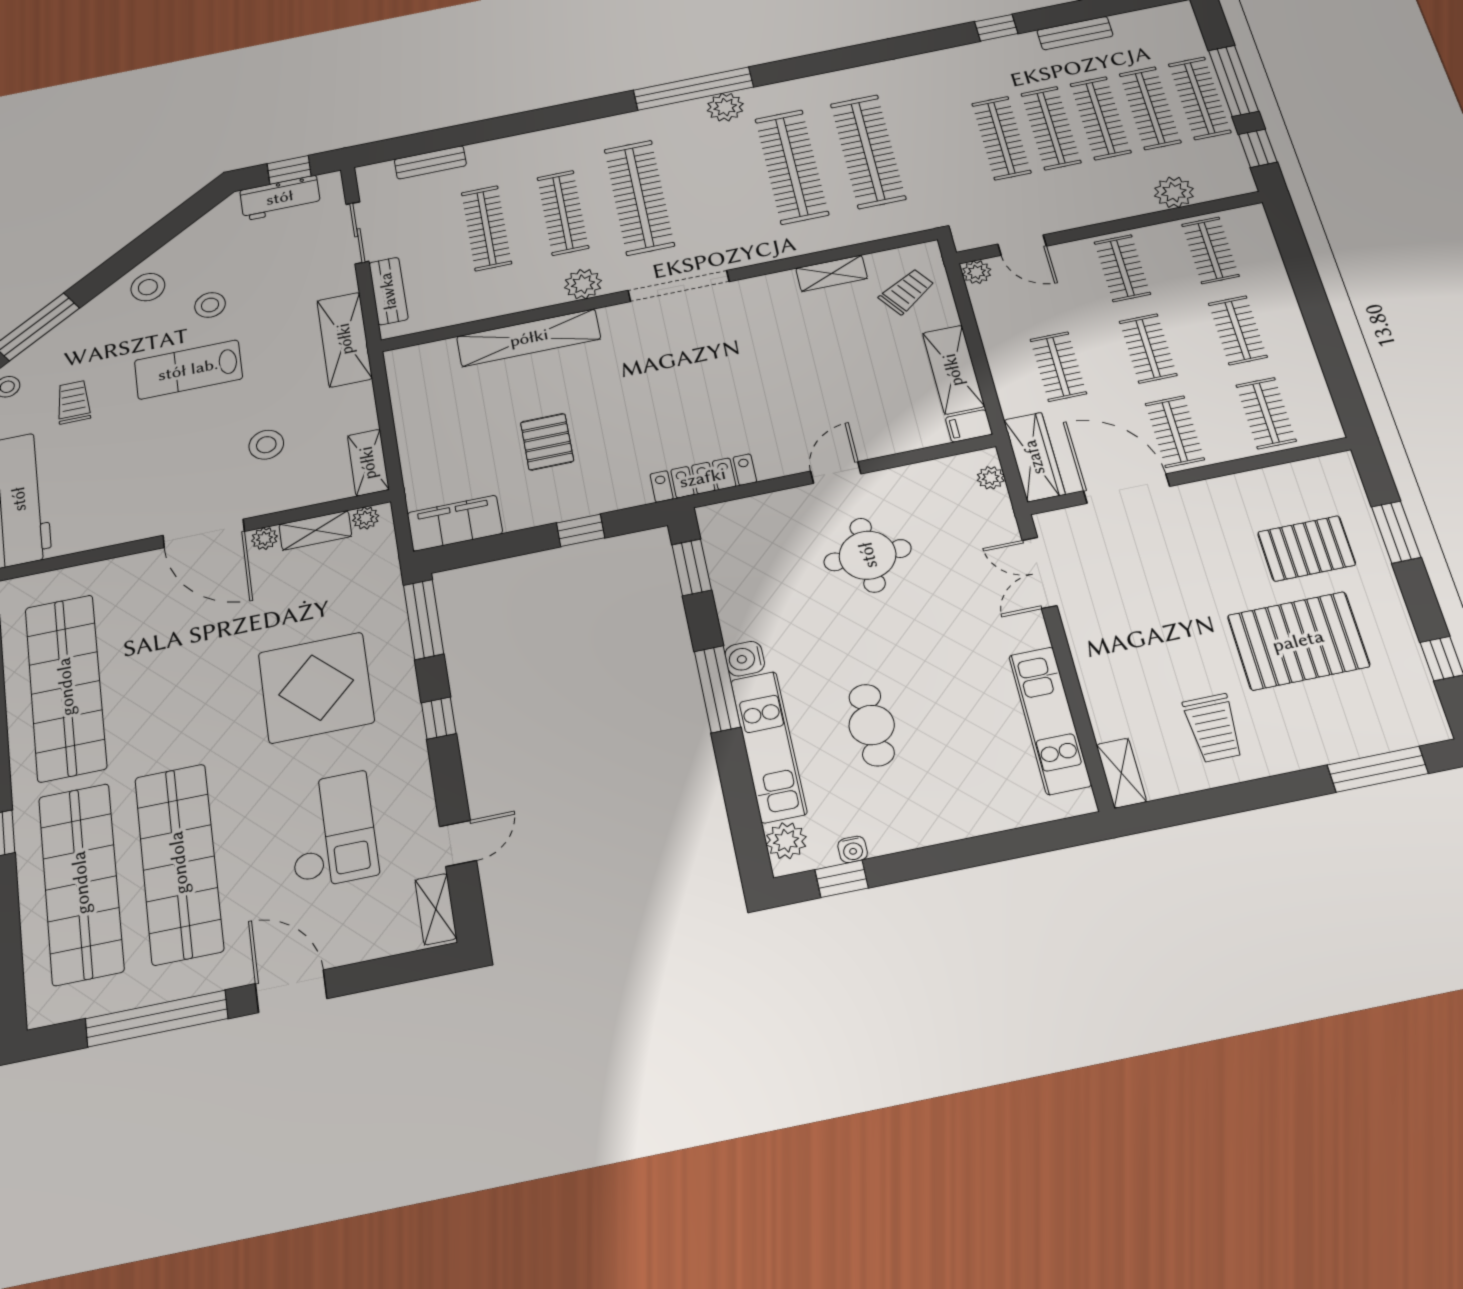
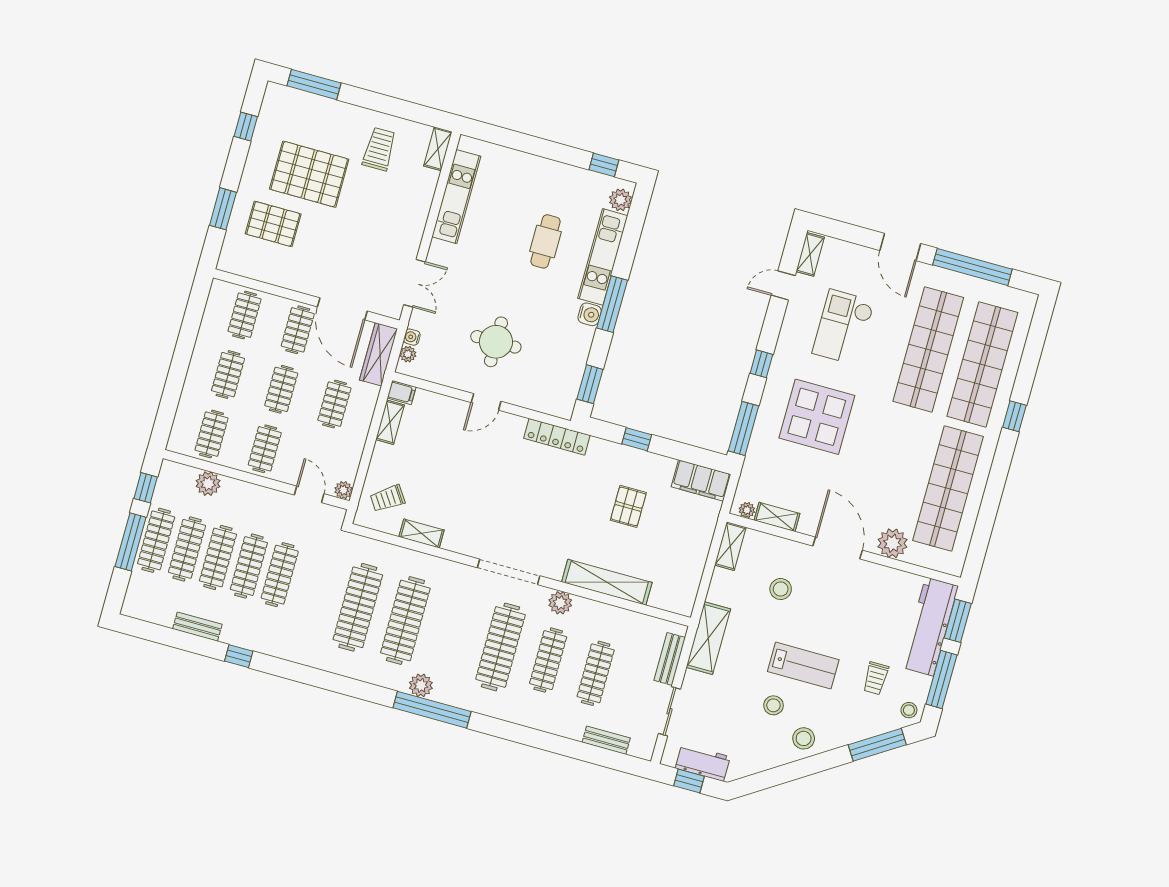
shelving: (953, 370) -> (390, 422), width x0.67, depth x0.75
plant: (264, 538) -> (892, 543), moved, width x1.88, depth x1.88
water cooler: (853, 849) -> (412, 337), moved, turned -90

